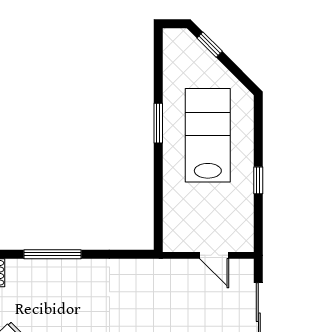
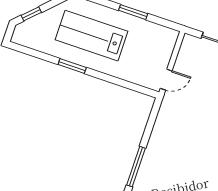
window: (258, 180) -> (133, 12), width x1.50
door: (214, 255) -> (166, 80), moved

